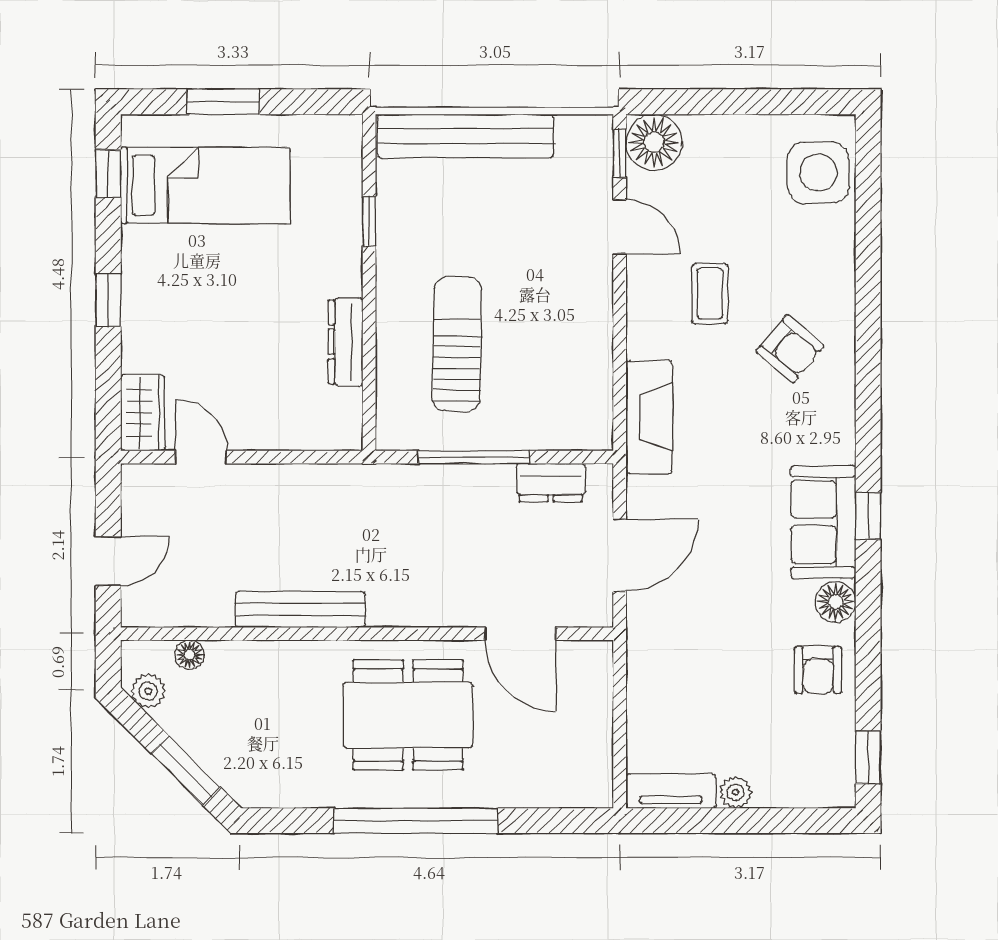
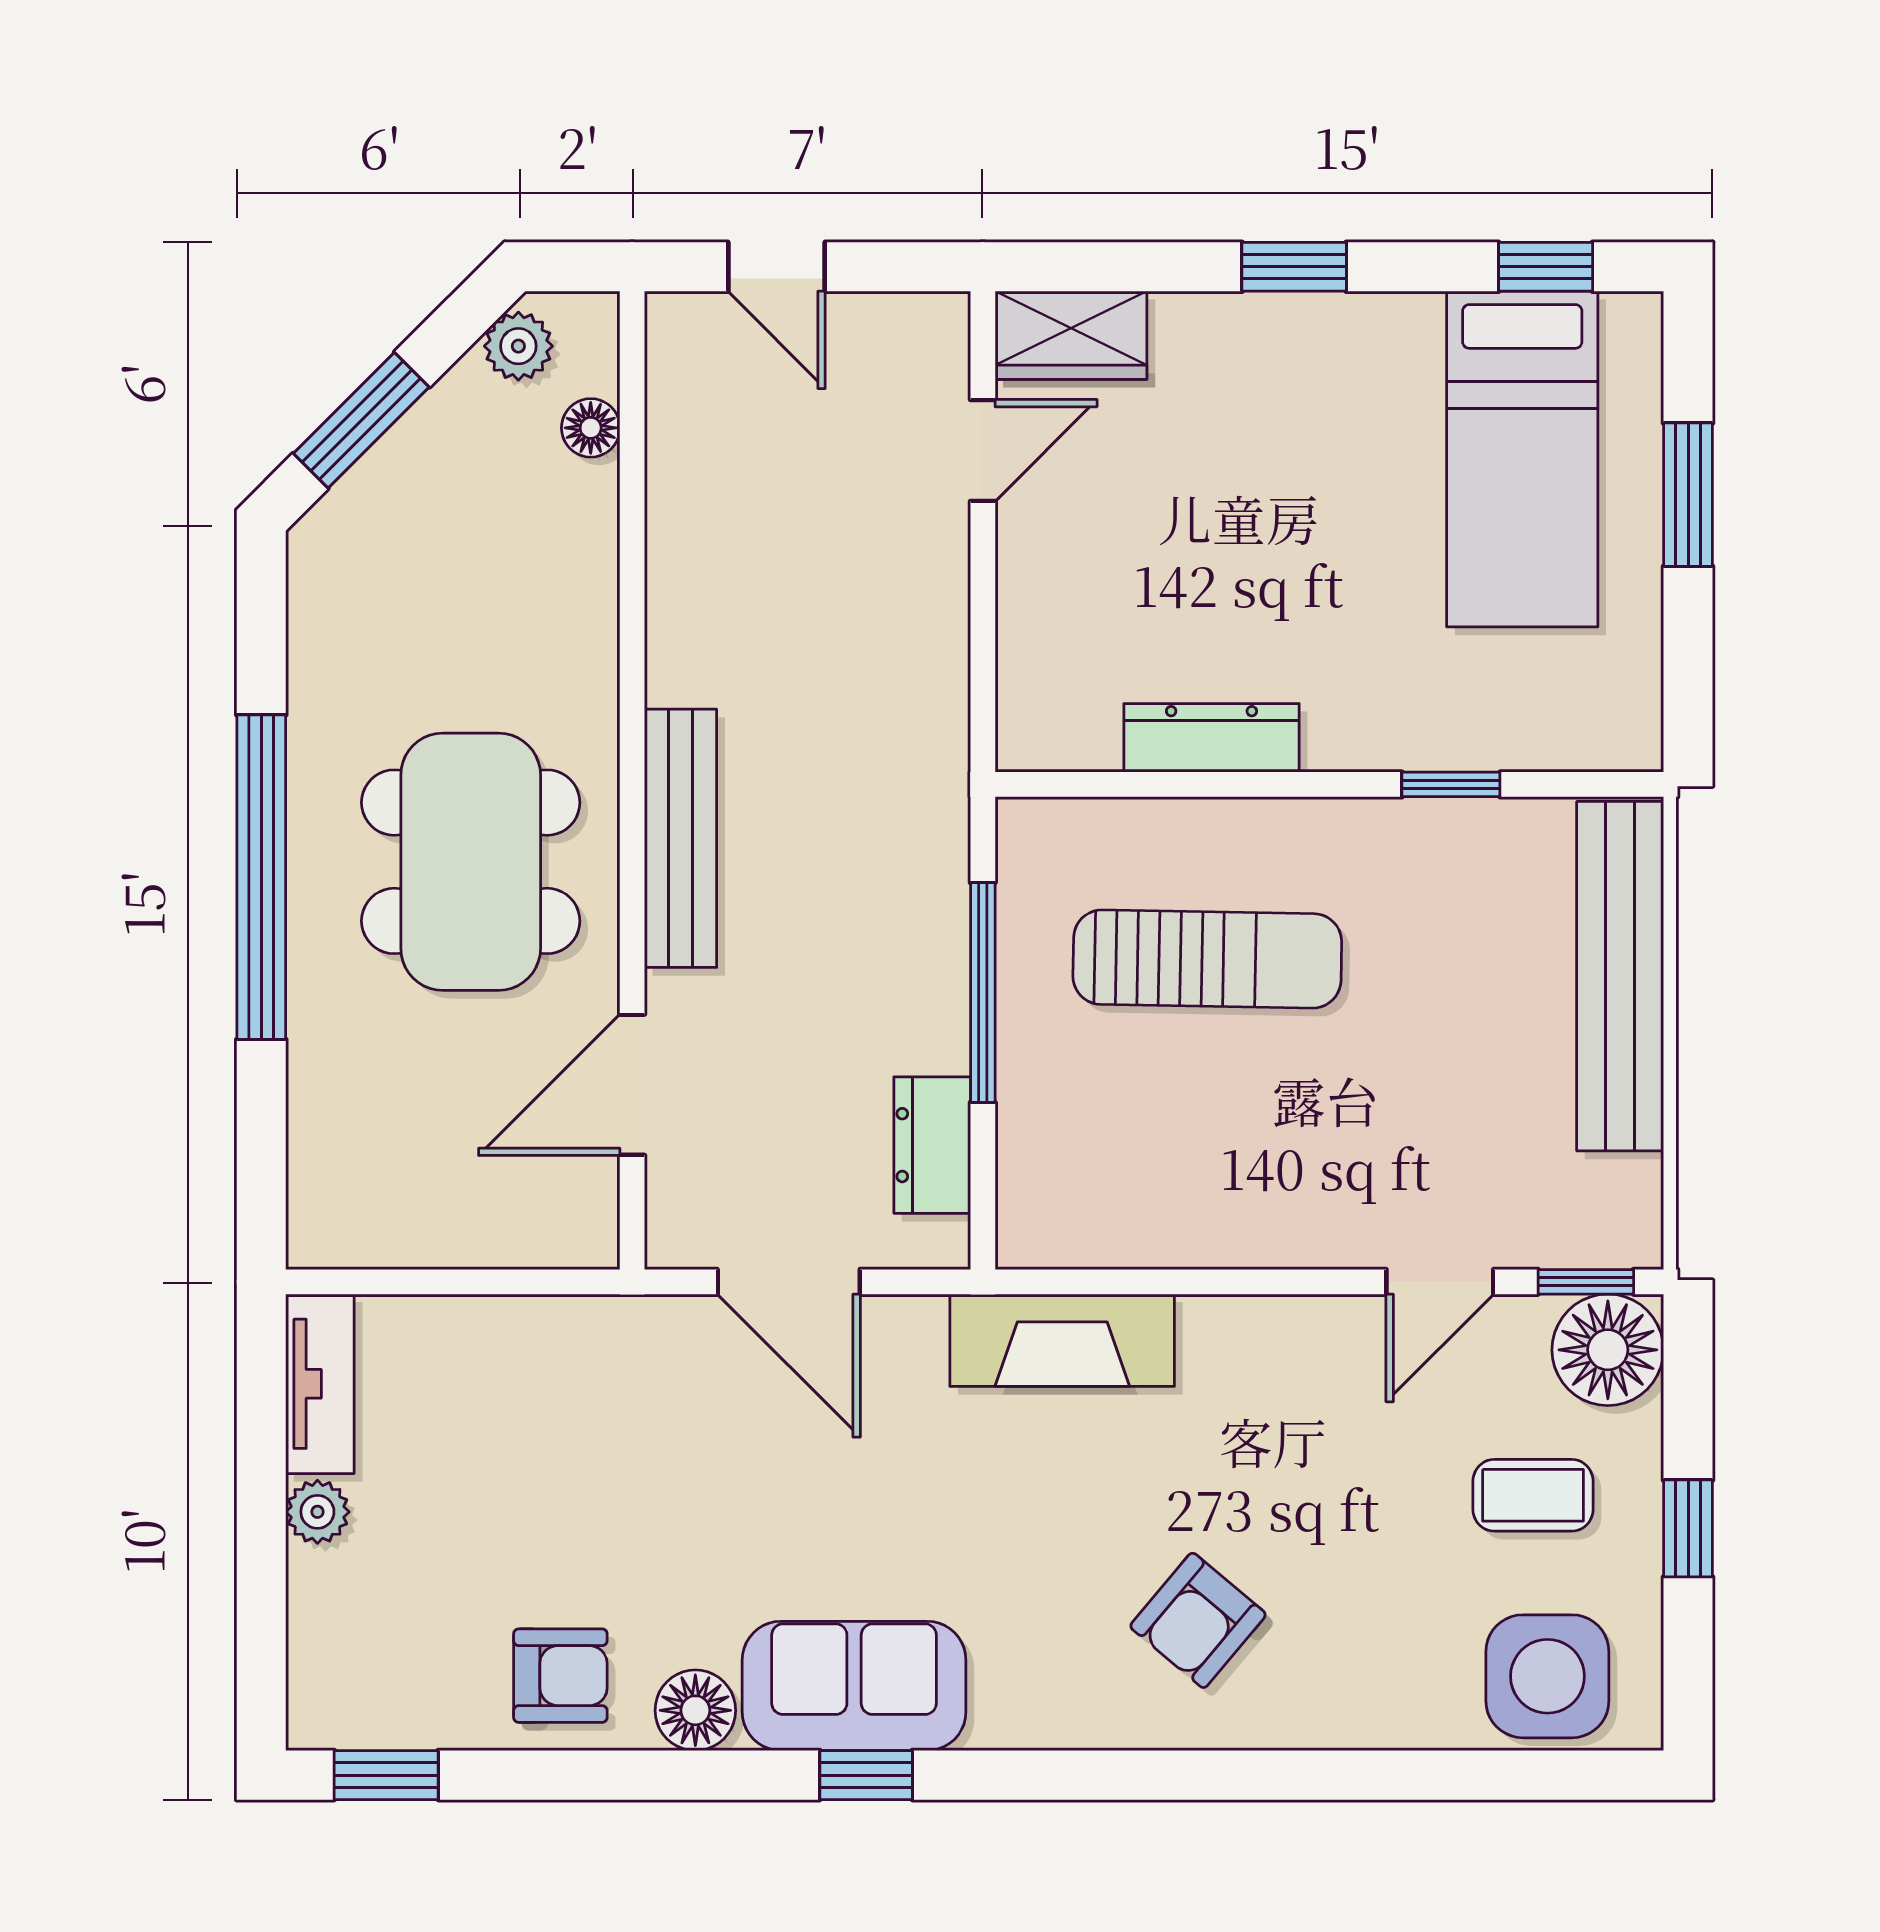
window: (744, 102) -> (1688, 1528), added
coffee table: (710, 293) -> (1533, 1495), moved
bench: (300, 609) -> (681, 838), moved
armchair: (818, 670) -> (560, 1676), turned 180

